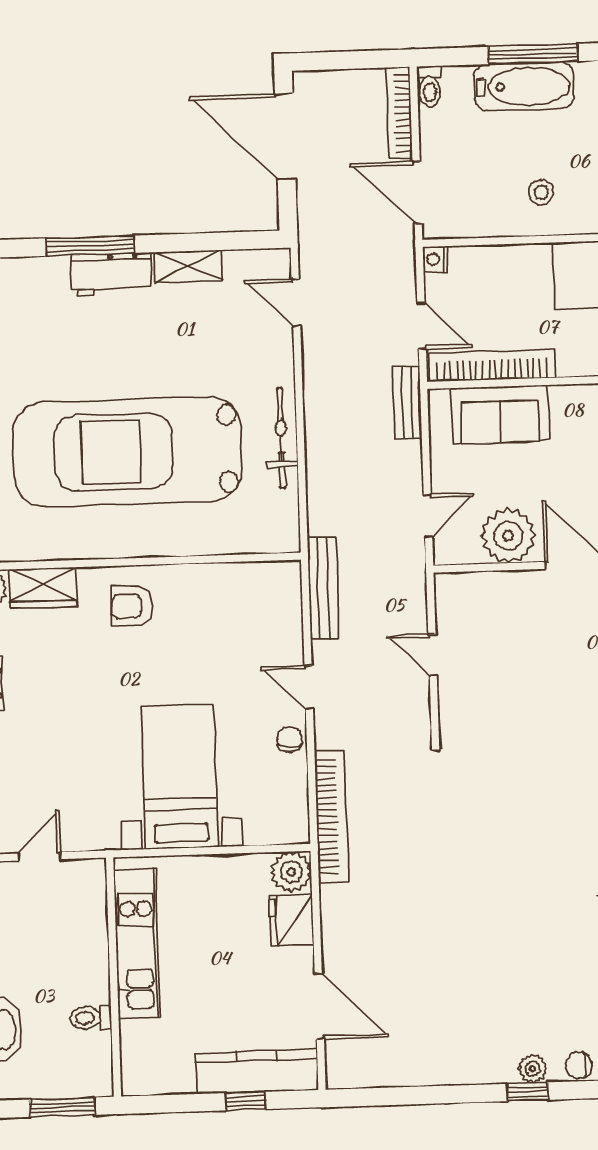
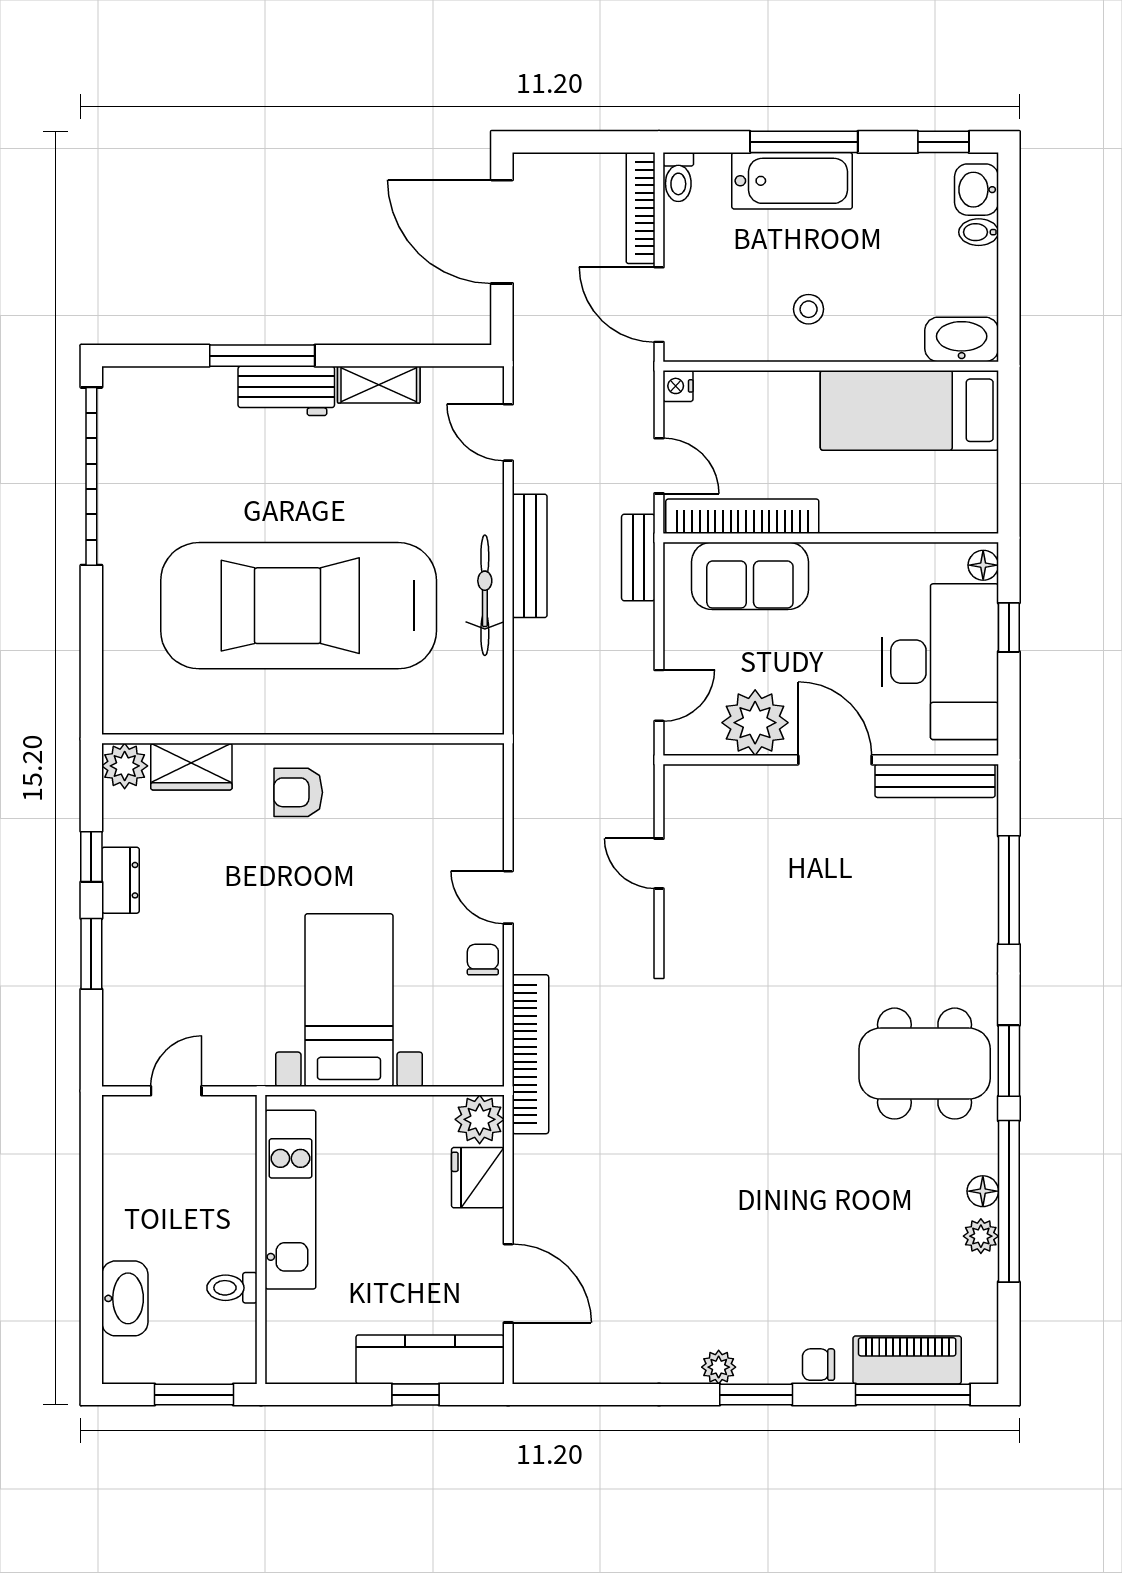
bench: (323, 588) -> (530, 556), moved
plant: (533, 1069) -> (719, 1367), moved
window: (527, 1092) -> (756, 1395), width x1.50

